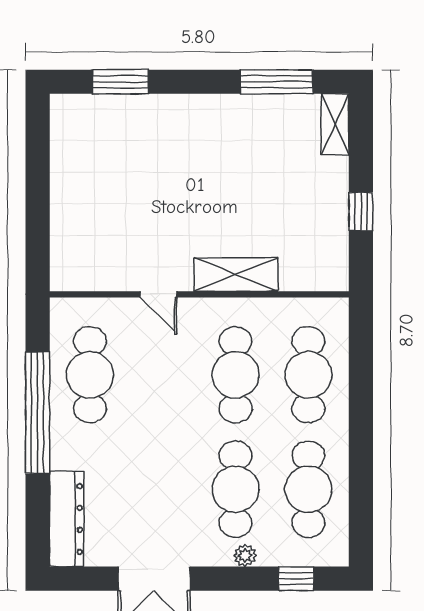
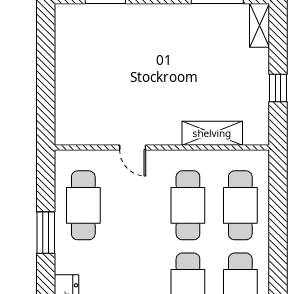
shelving: (236, 274) -> (212, 133), moved
window: (38, 413) -> (46, 233), width x0.47

